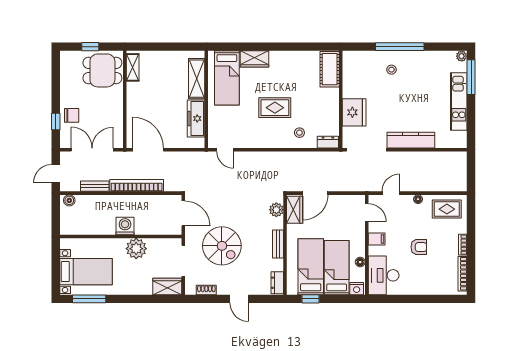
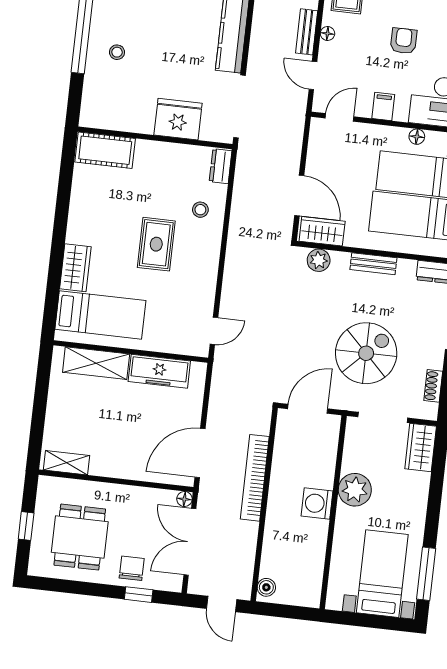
dining table: (102, 70) -> (80, 537), moved
floor lamp: (118, 143) -> (184, 499), added
bench: (95, 186) -> (307, 32), moved

